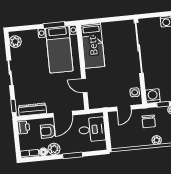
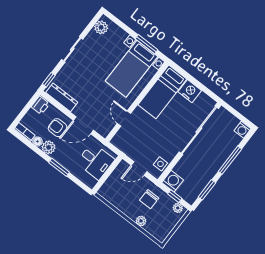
nightstand: (110, 29) -> (190, 91), added

